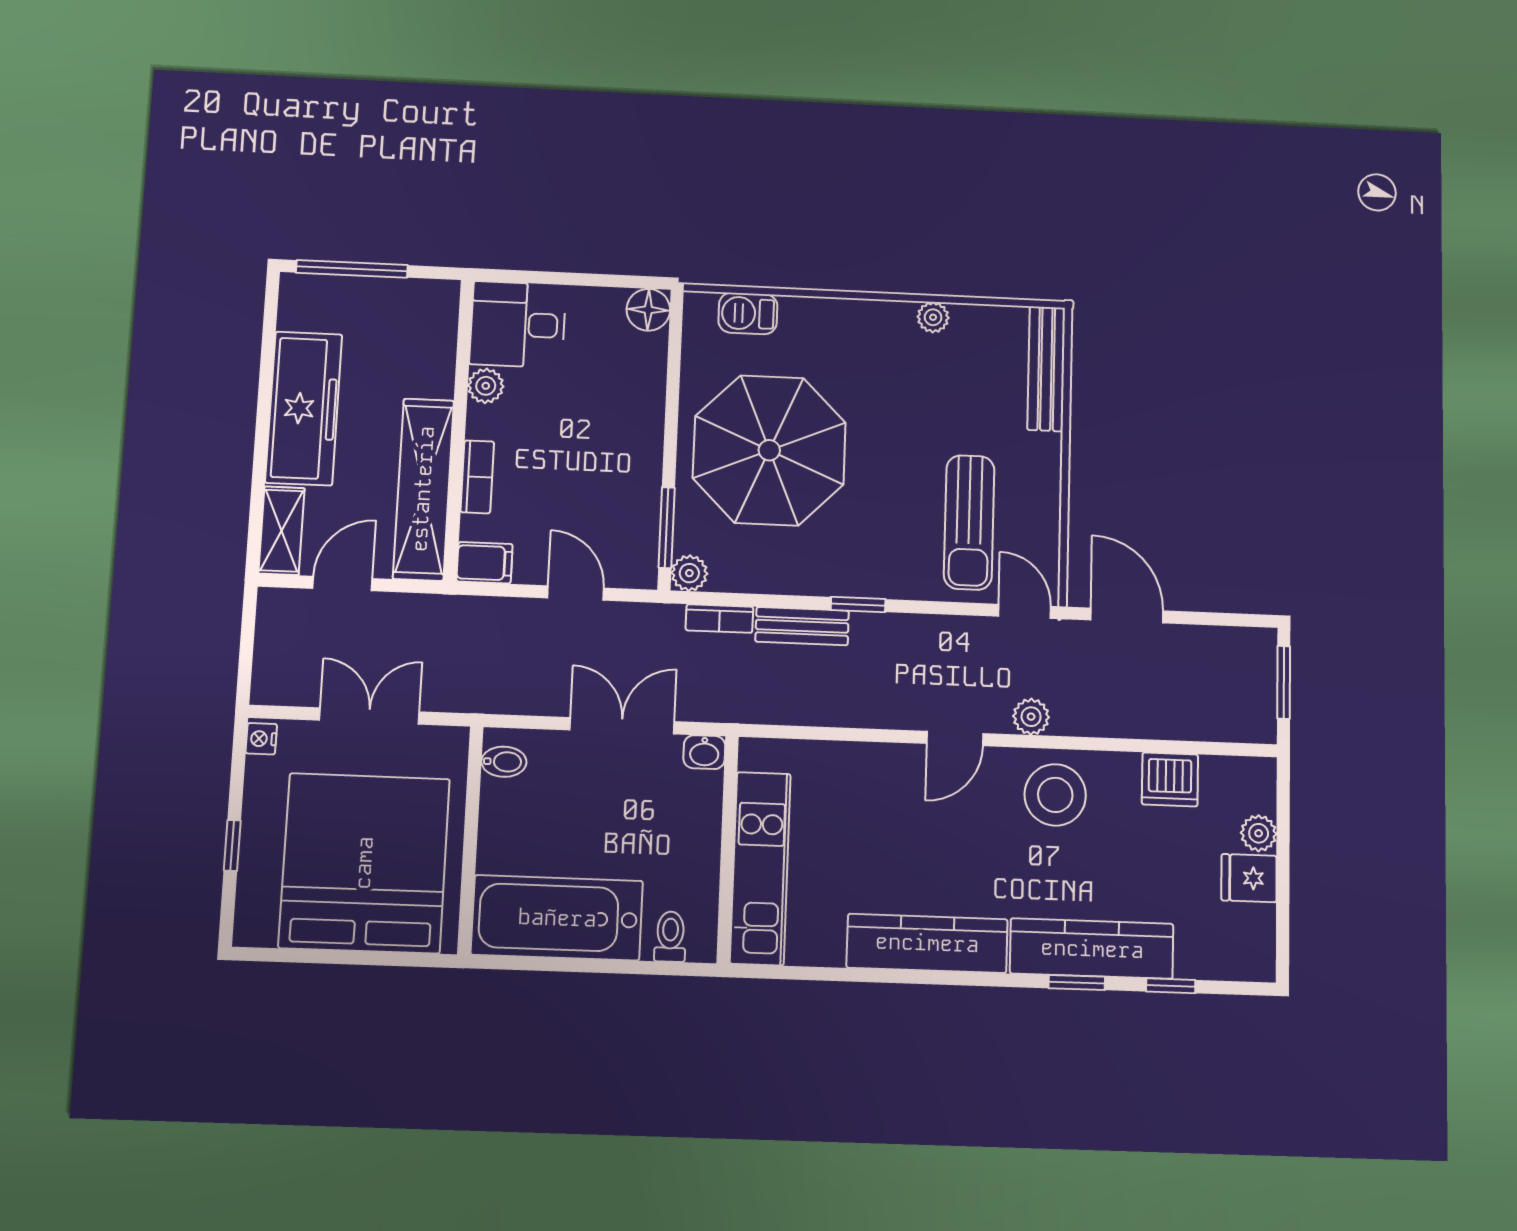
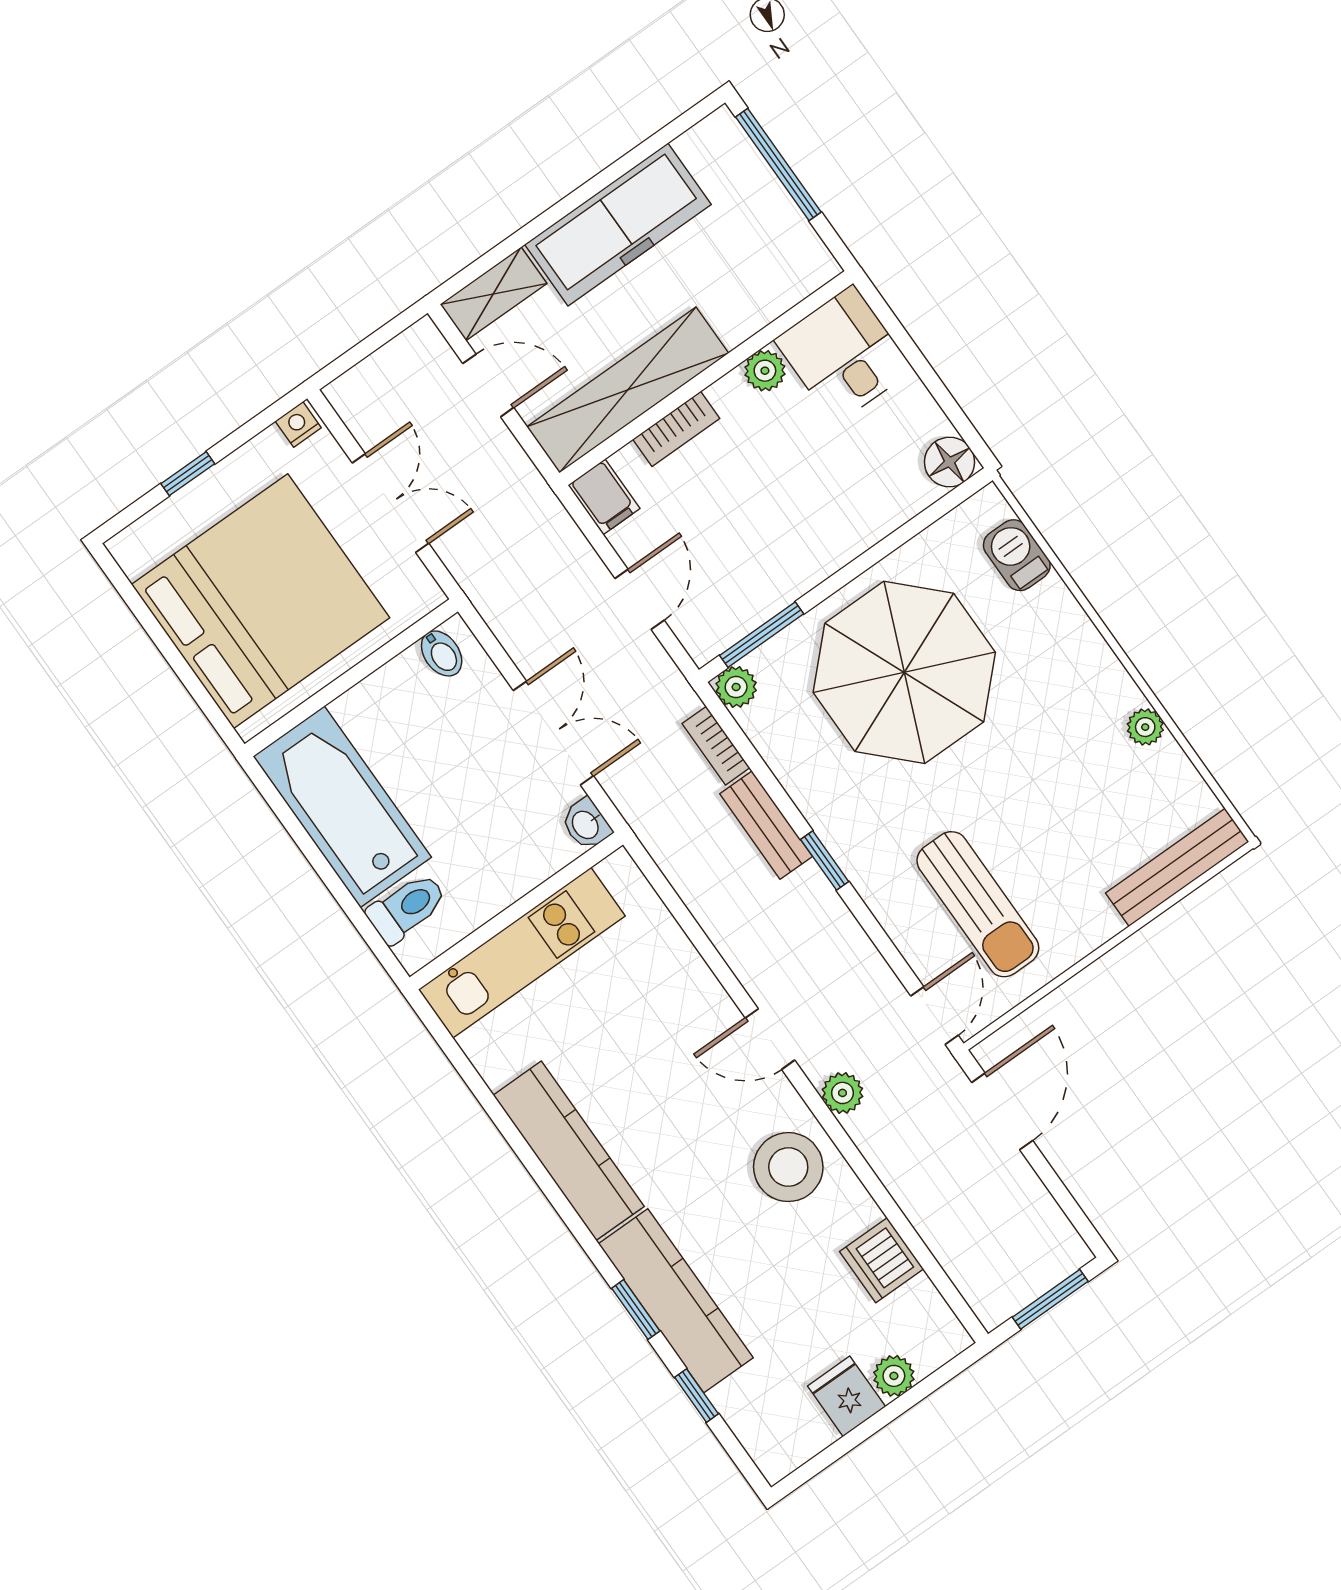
sun lounger: (969, 522) -> (978, 904), turned -90
toilet: (670, 937) -> (407, 908), width x1.37, depth x1.39

